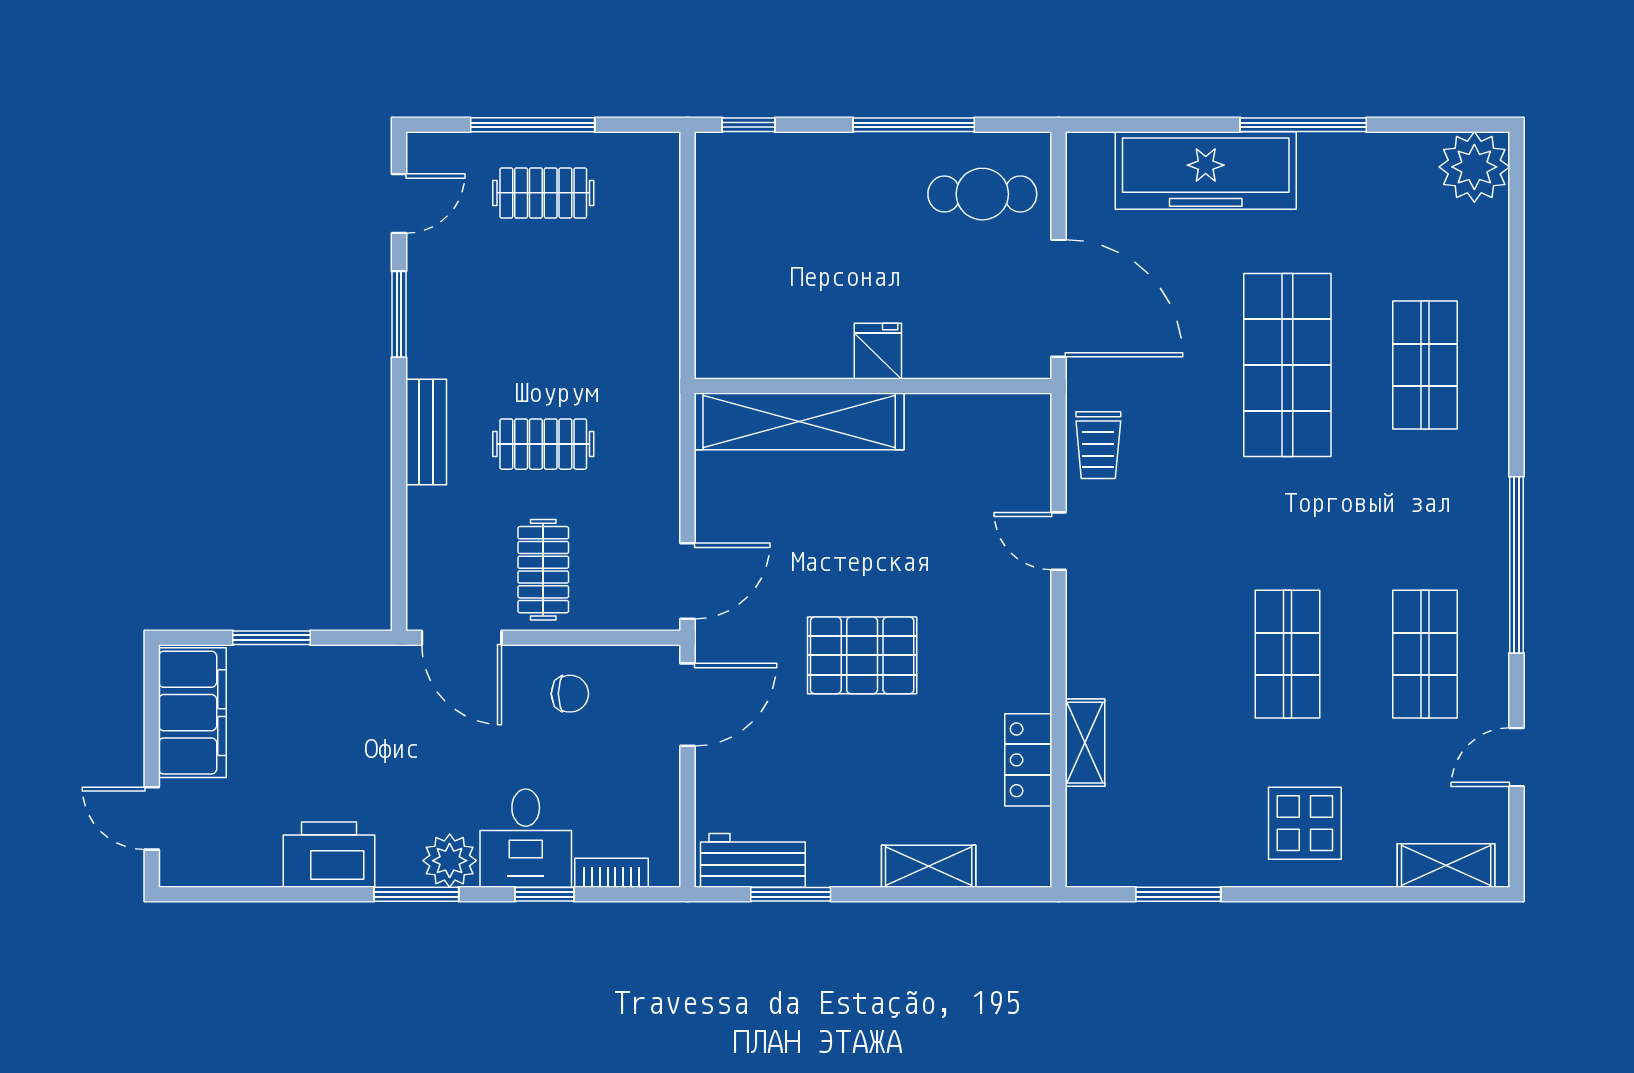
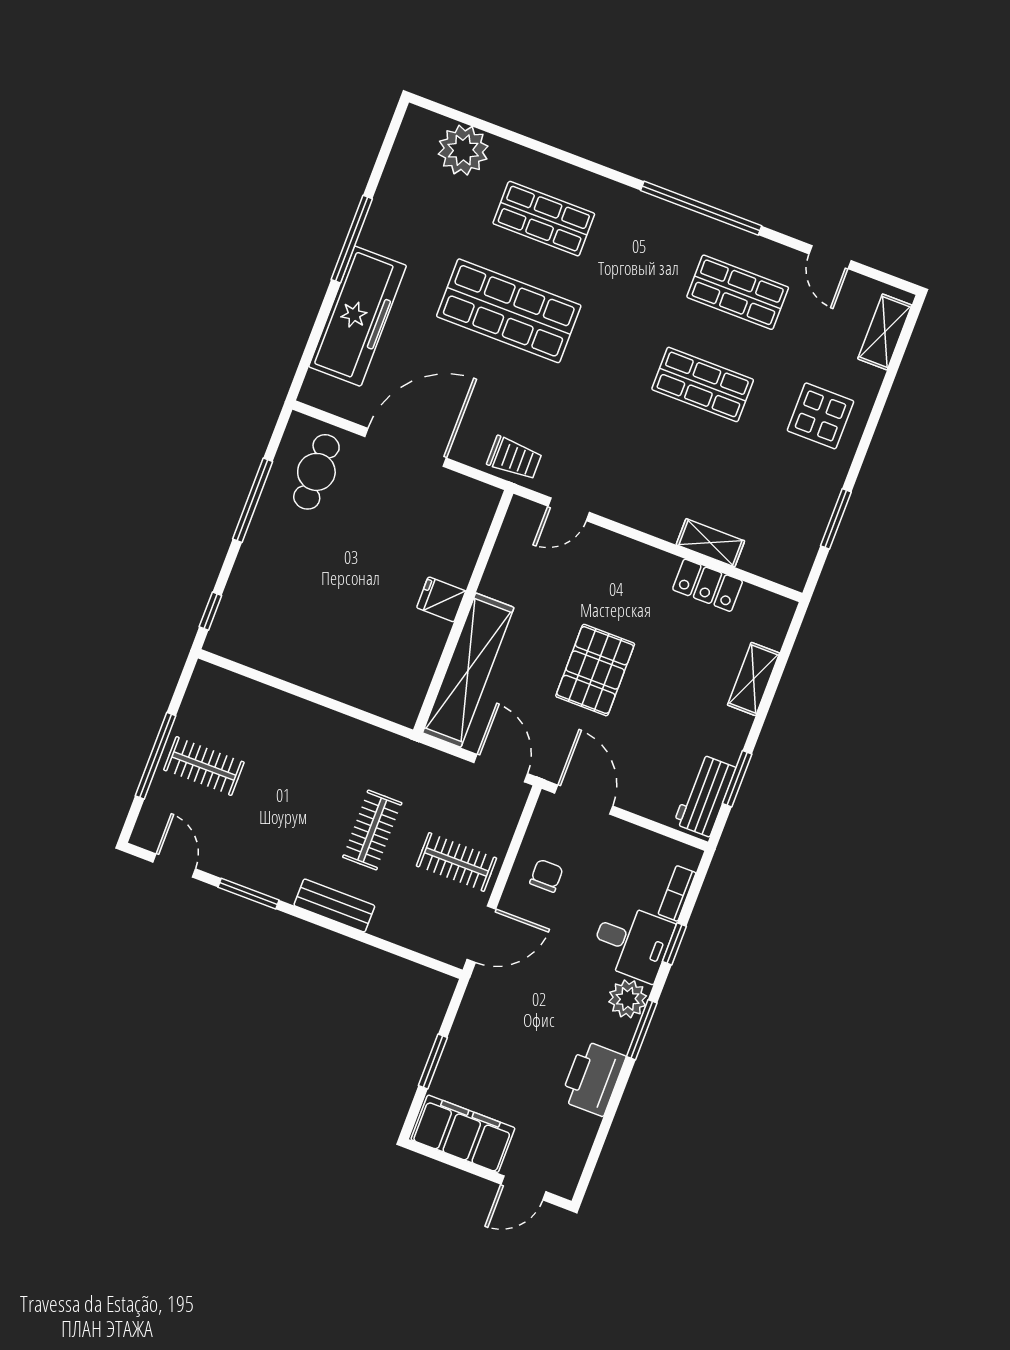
plant: (1474, 167) -> (463, 150), moved
clothes rail: (543, 193) -> (204, 766), turned 90
fridge: (878, 351) -> (441, 599), moved
wall: (873, 386) -> (463, 612), moved
shelving: (799, 421) -> (468, 670), moved

